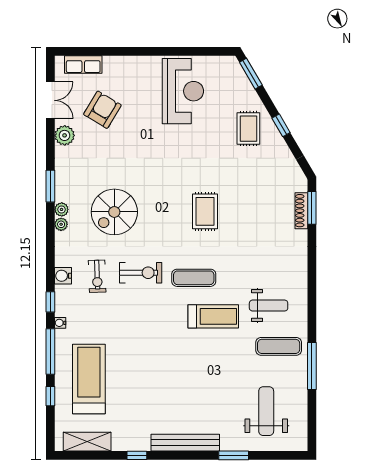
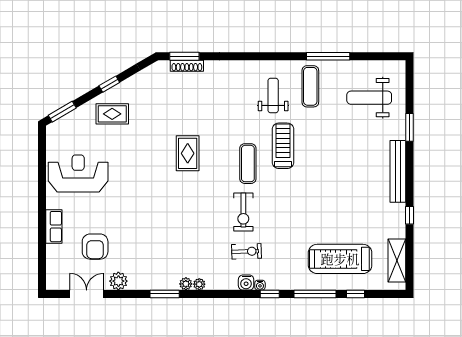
row of seats: (83, 64) -> (54, 227), moved
armchair: (102, 110) -> (95, 247), turned -121
rug: (205, 211) -> (188, 153), turned 90
spiral stairs: (114, 212) -> (188, 236), removed
exercise bike: (141, 273) -> (243, 212), turned 180
water cooler: (60, 323) -> (260, 285), moved

